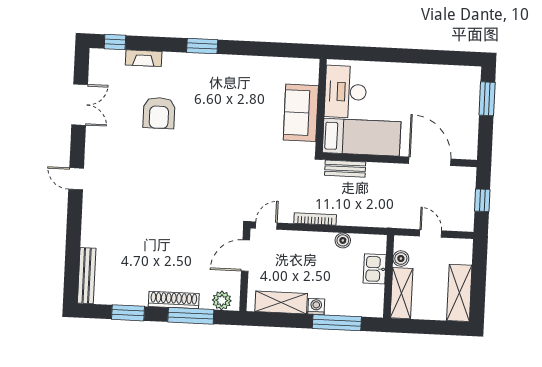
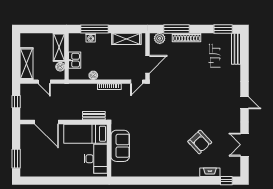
window: (202, 46) -> (177, 181), removed
armchair: (159, 113) -> (200, 142), turned 137
shelving: (459, 293) -> (27, 64), moved
washing machine: (316, 306) -> (91, 38), moved
window: (128, 313) -> (223, 29), moved

